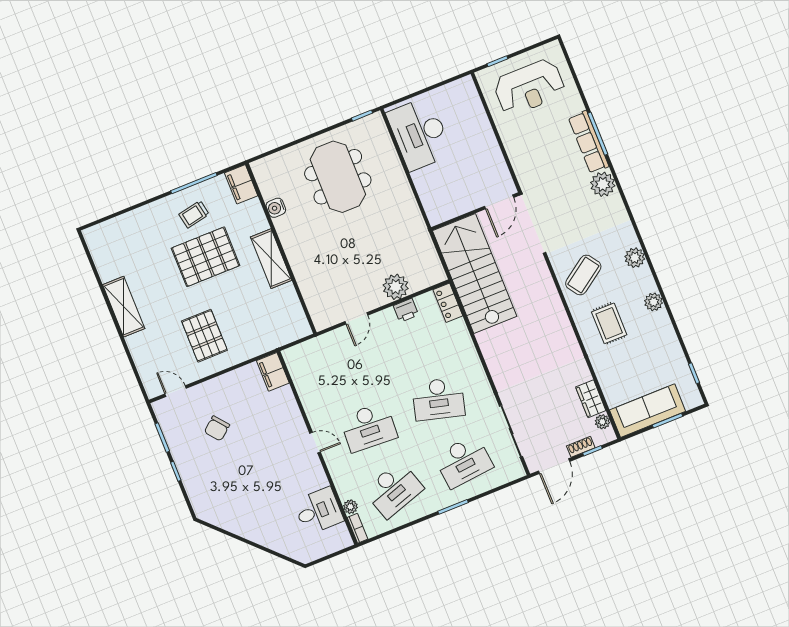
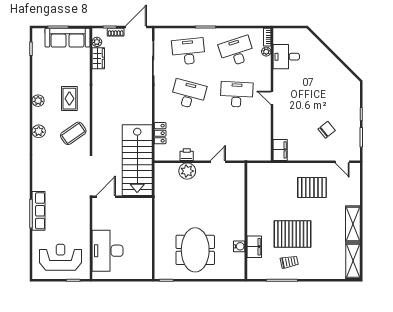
desk: (419, 134) -> (108, 251), moved, turned 180
filing cabinet: (241, 184) -> (254, 247), moved
plant: (603, 184) -> (40, 182), removed
shelving: (271, 259) -> (353, 261), moved
locker: (448, 303) -> (160, 133), moved
pallet: (204, 336) -> (312, 188), turned 90

